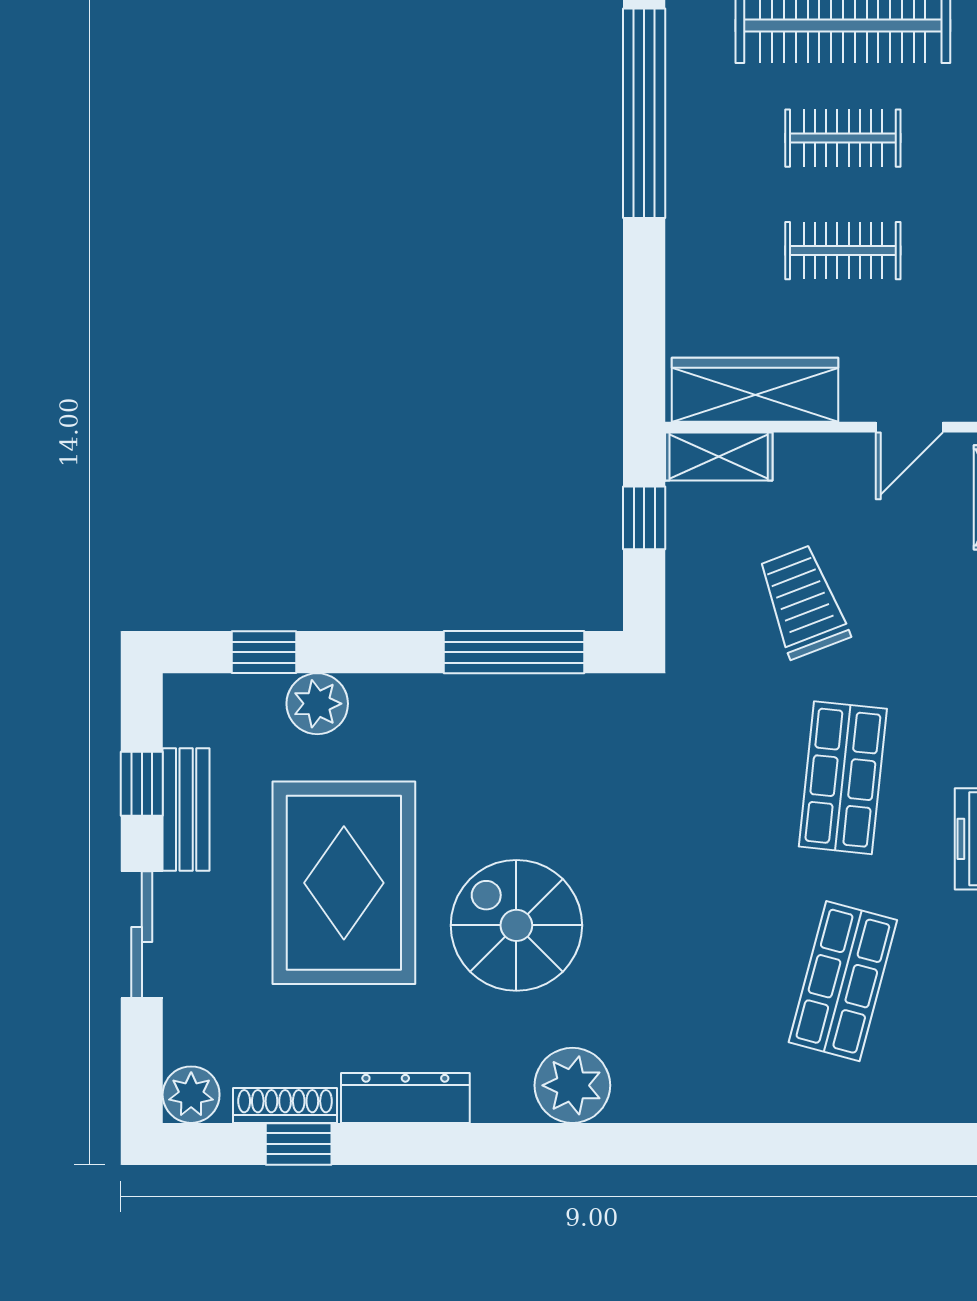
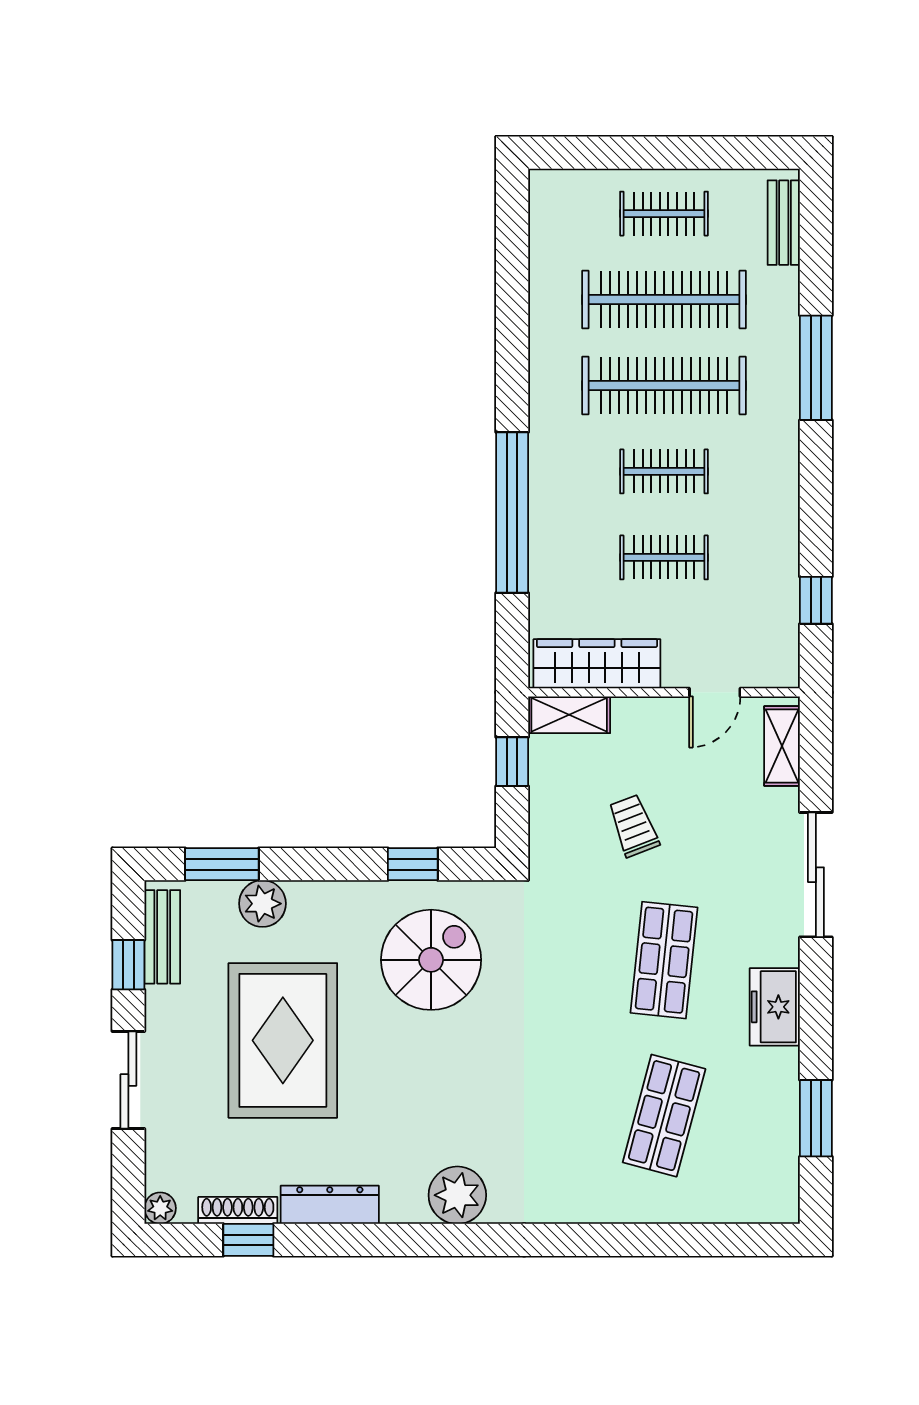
window: (644, 113) -> (512, 513), moved
trolley: (803, 602) -> (634, 826), width x0.73, depth x0.72
window: (264, 652) -> (222, 864), width x1.50
window: (514, 652) -> (413, 864), width x0.46
bench: (186, 810) -> (162, 937), moved
spiral stairs: (516, 925) -> (431, 960), moved, turned 90
plant: (191, 1095) -> (160, 1208), width x0.73, depth x0.73

